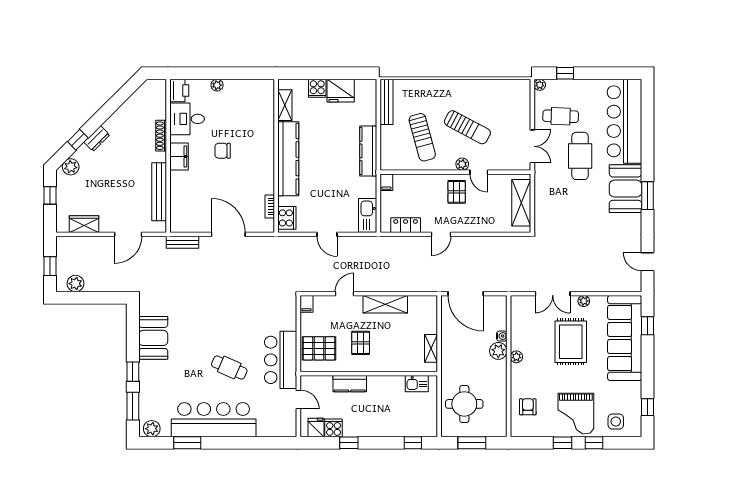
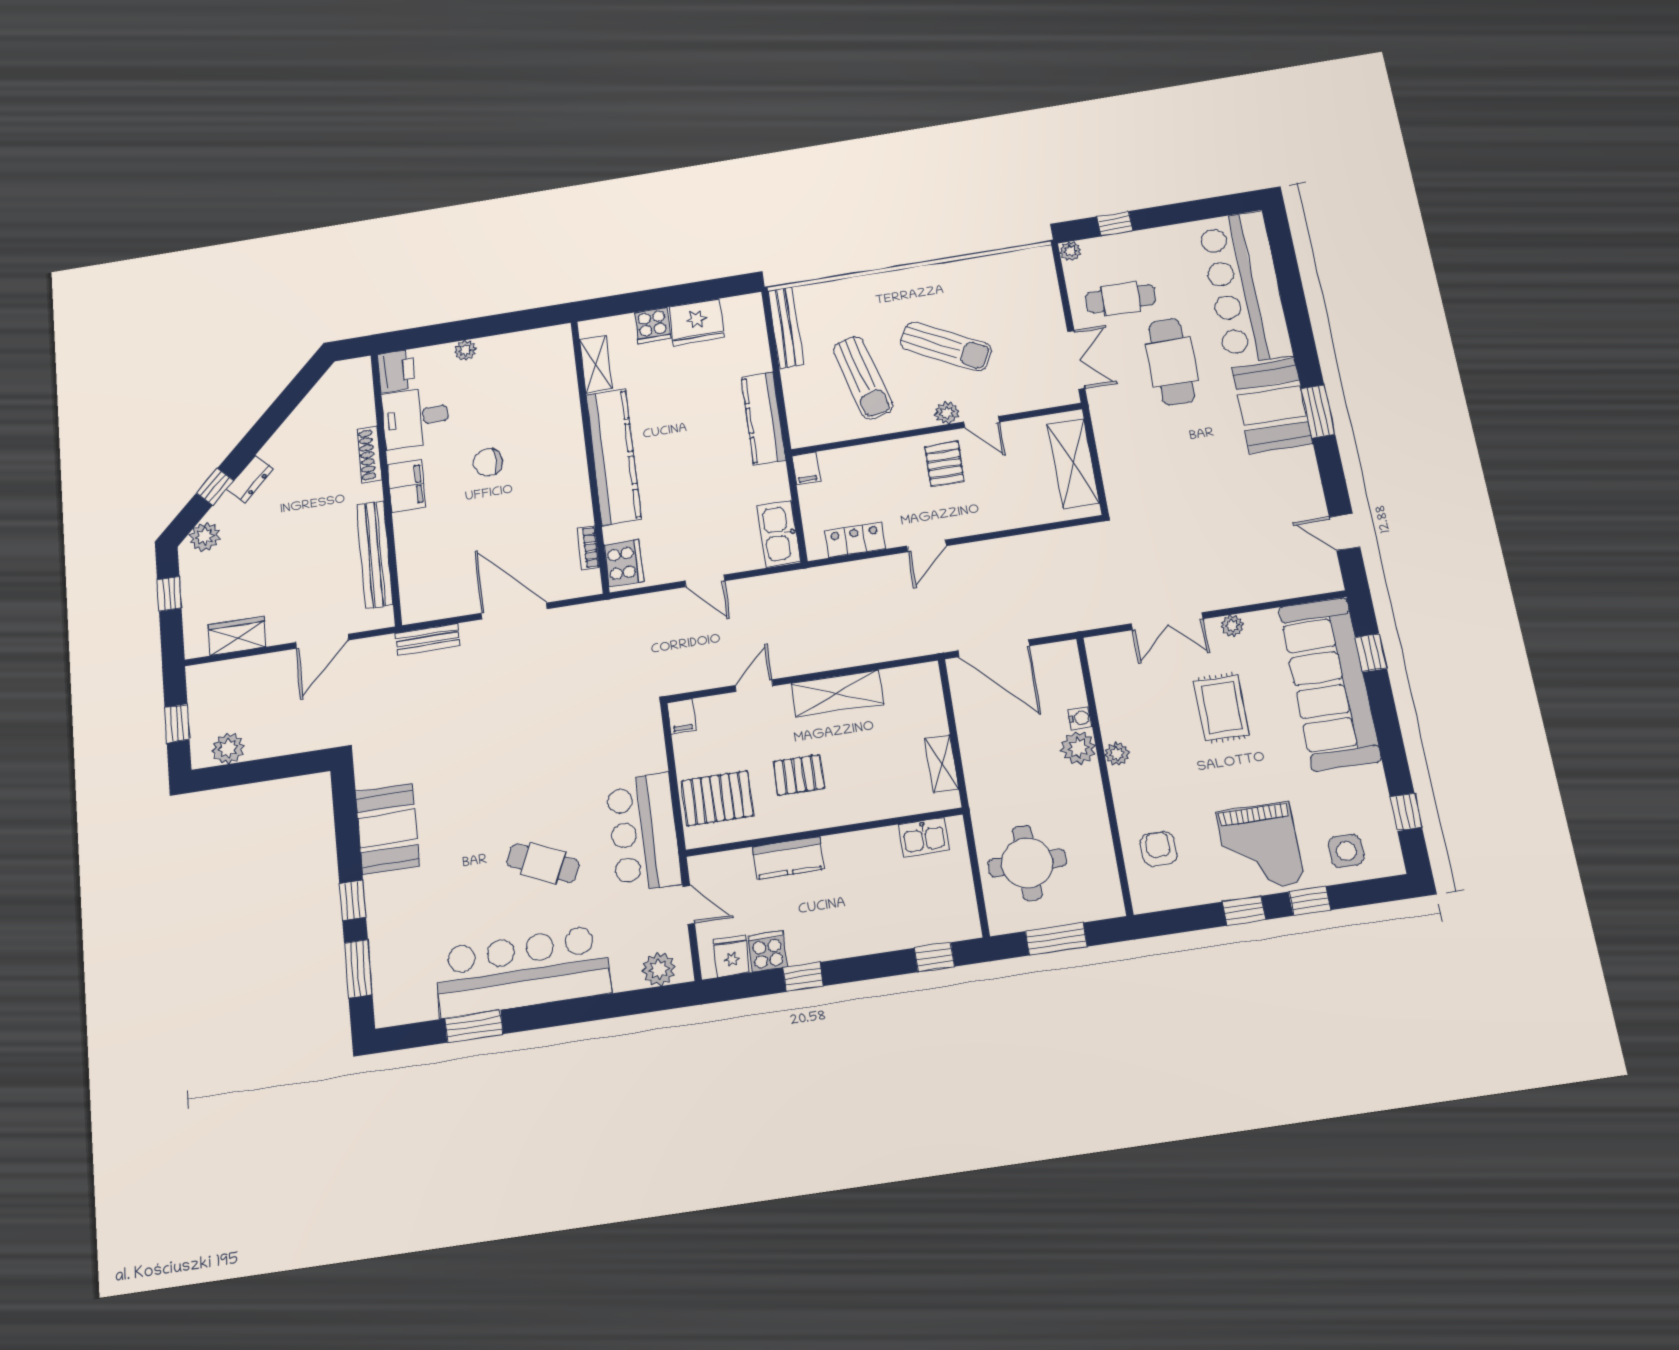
rug: (571, 342) -> (1222, 708), width x0.73, depth x0.70
pallet: (361, 343) -> (799, 775), turned 90
plant: (152, 429) -> (659, 969), moved

